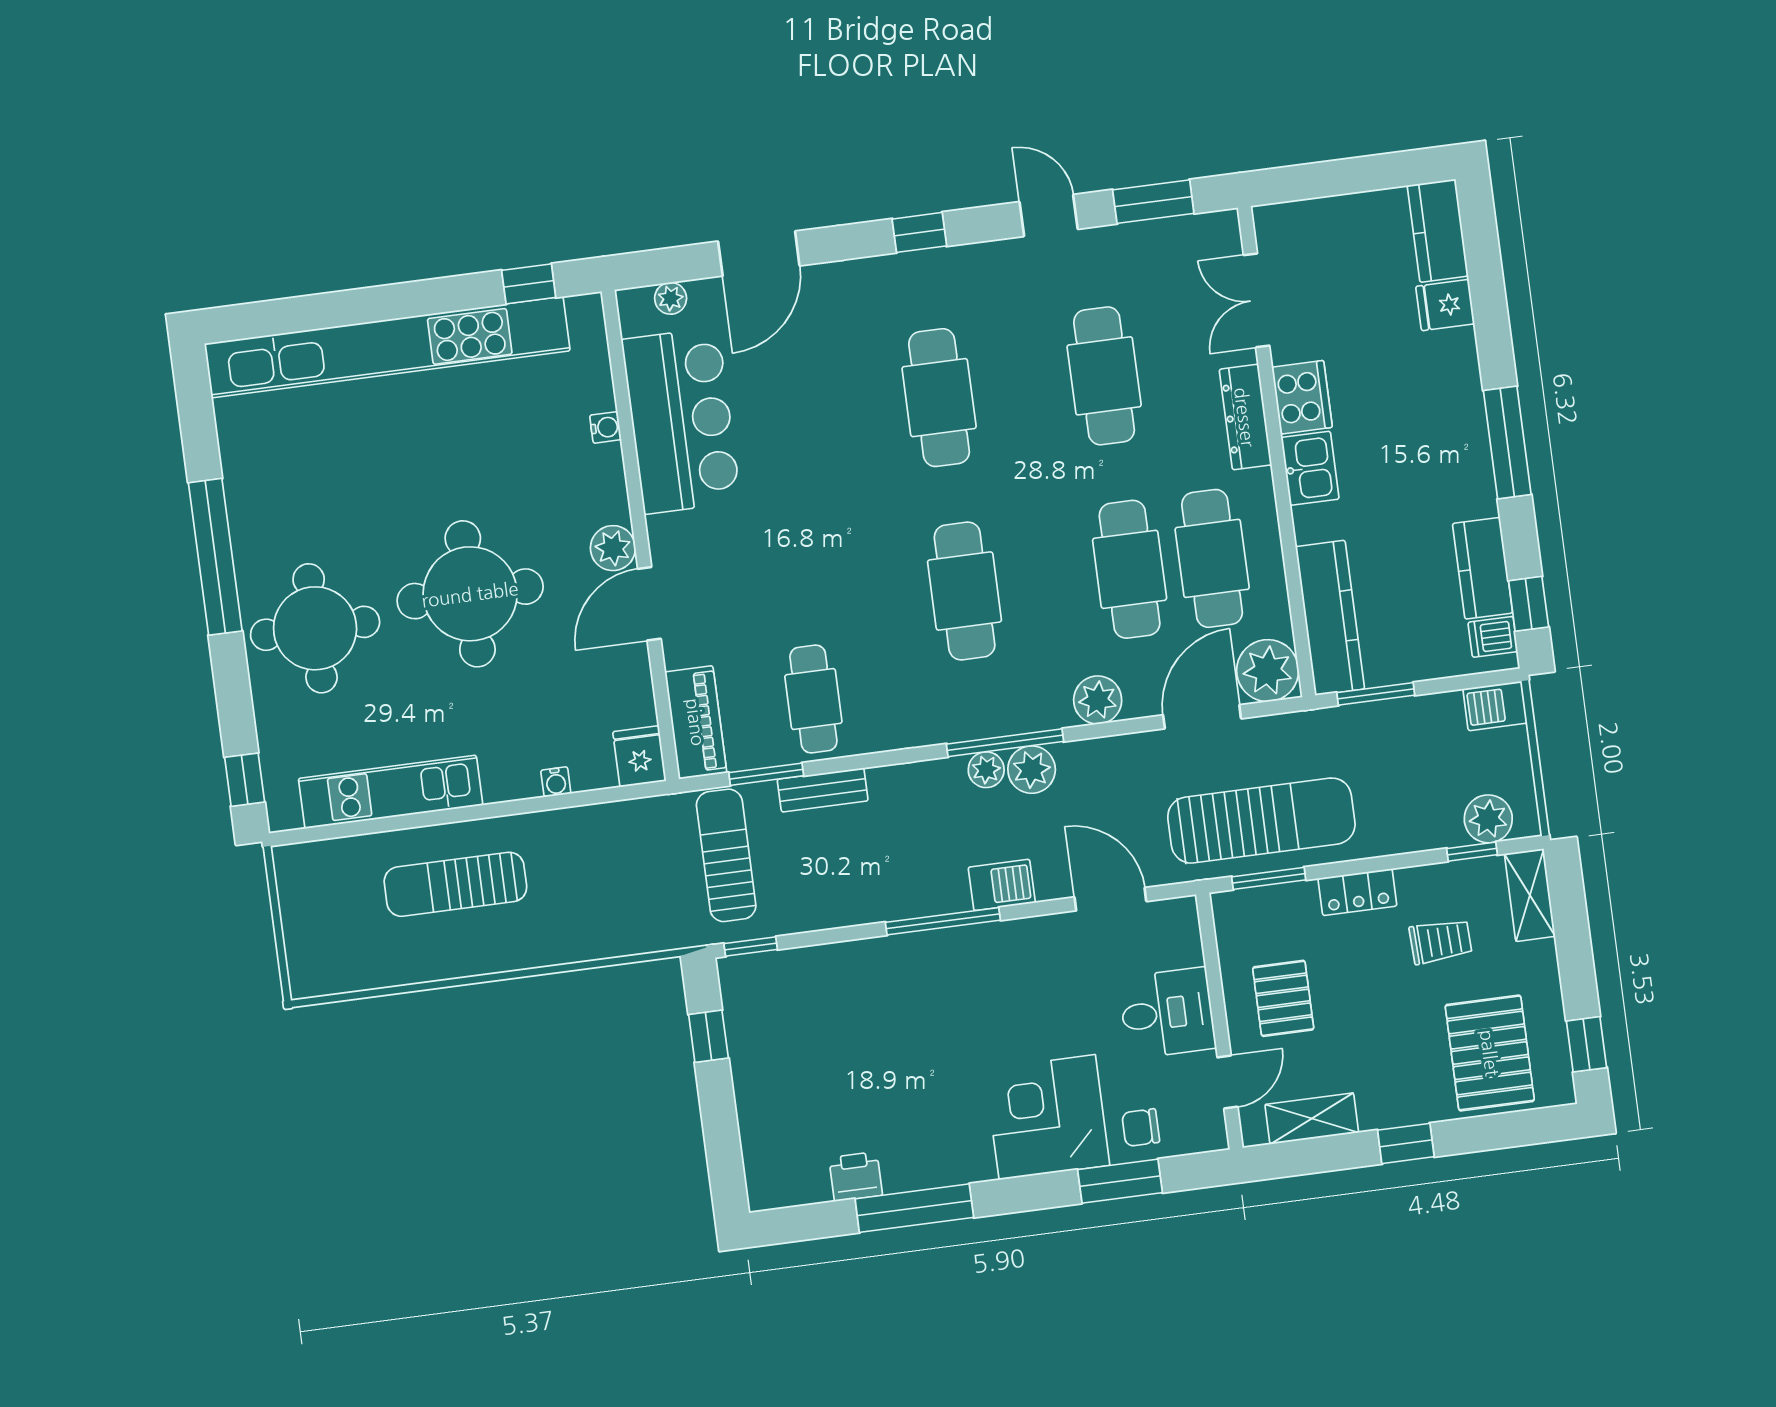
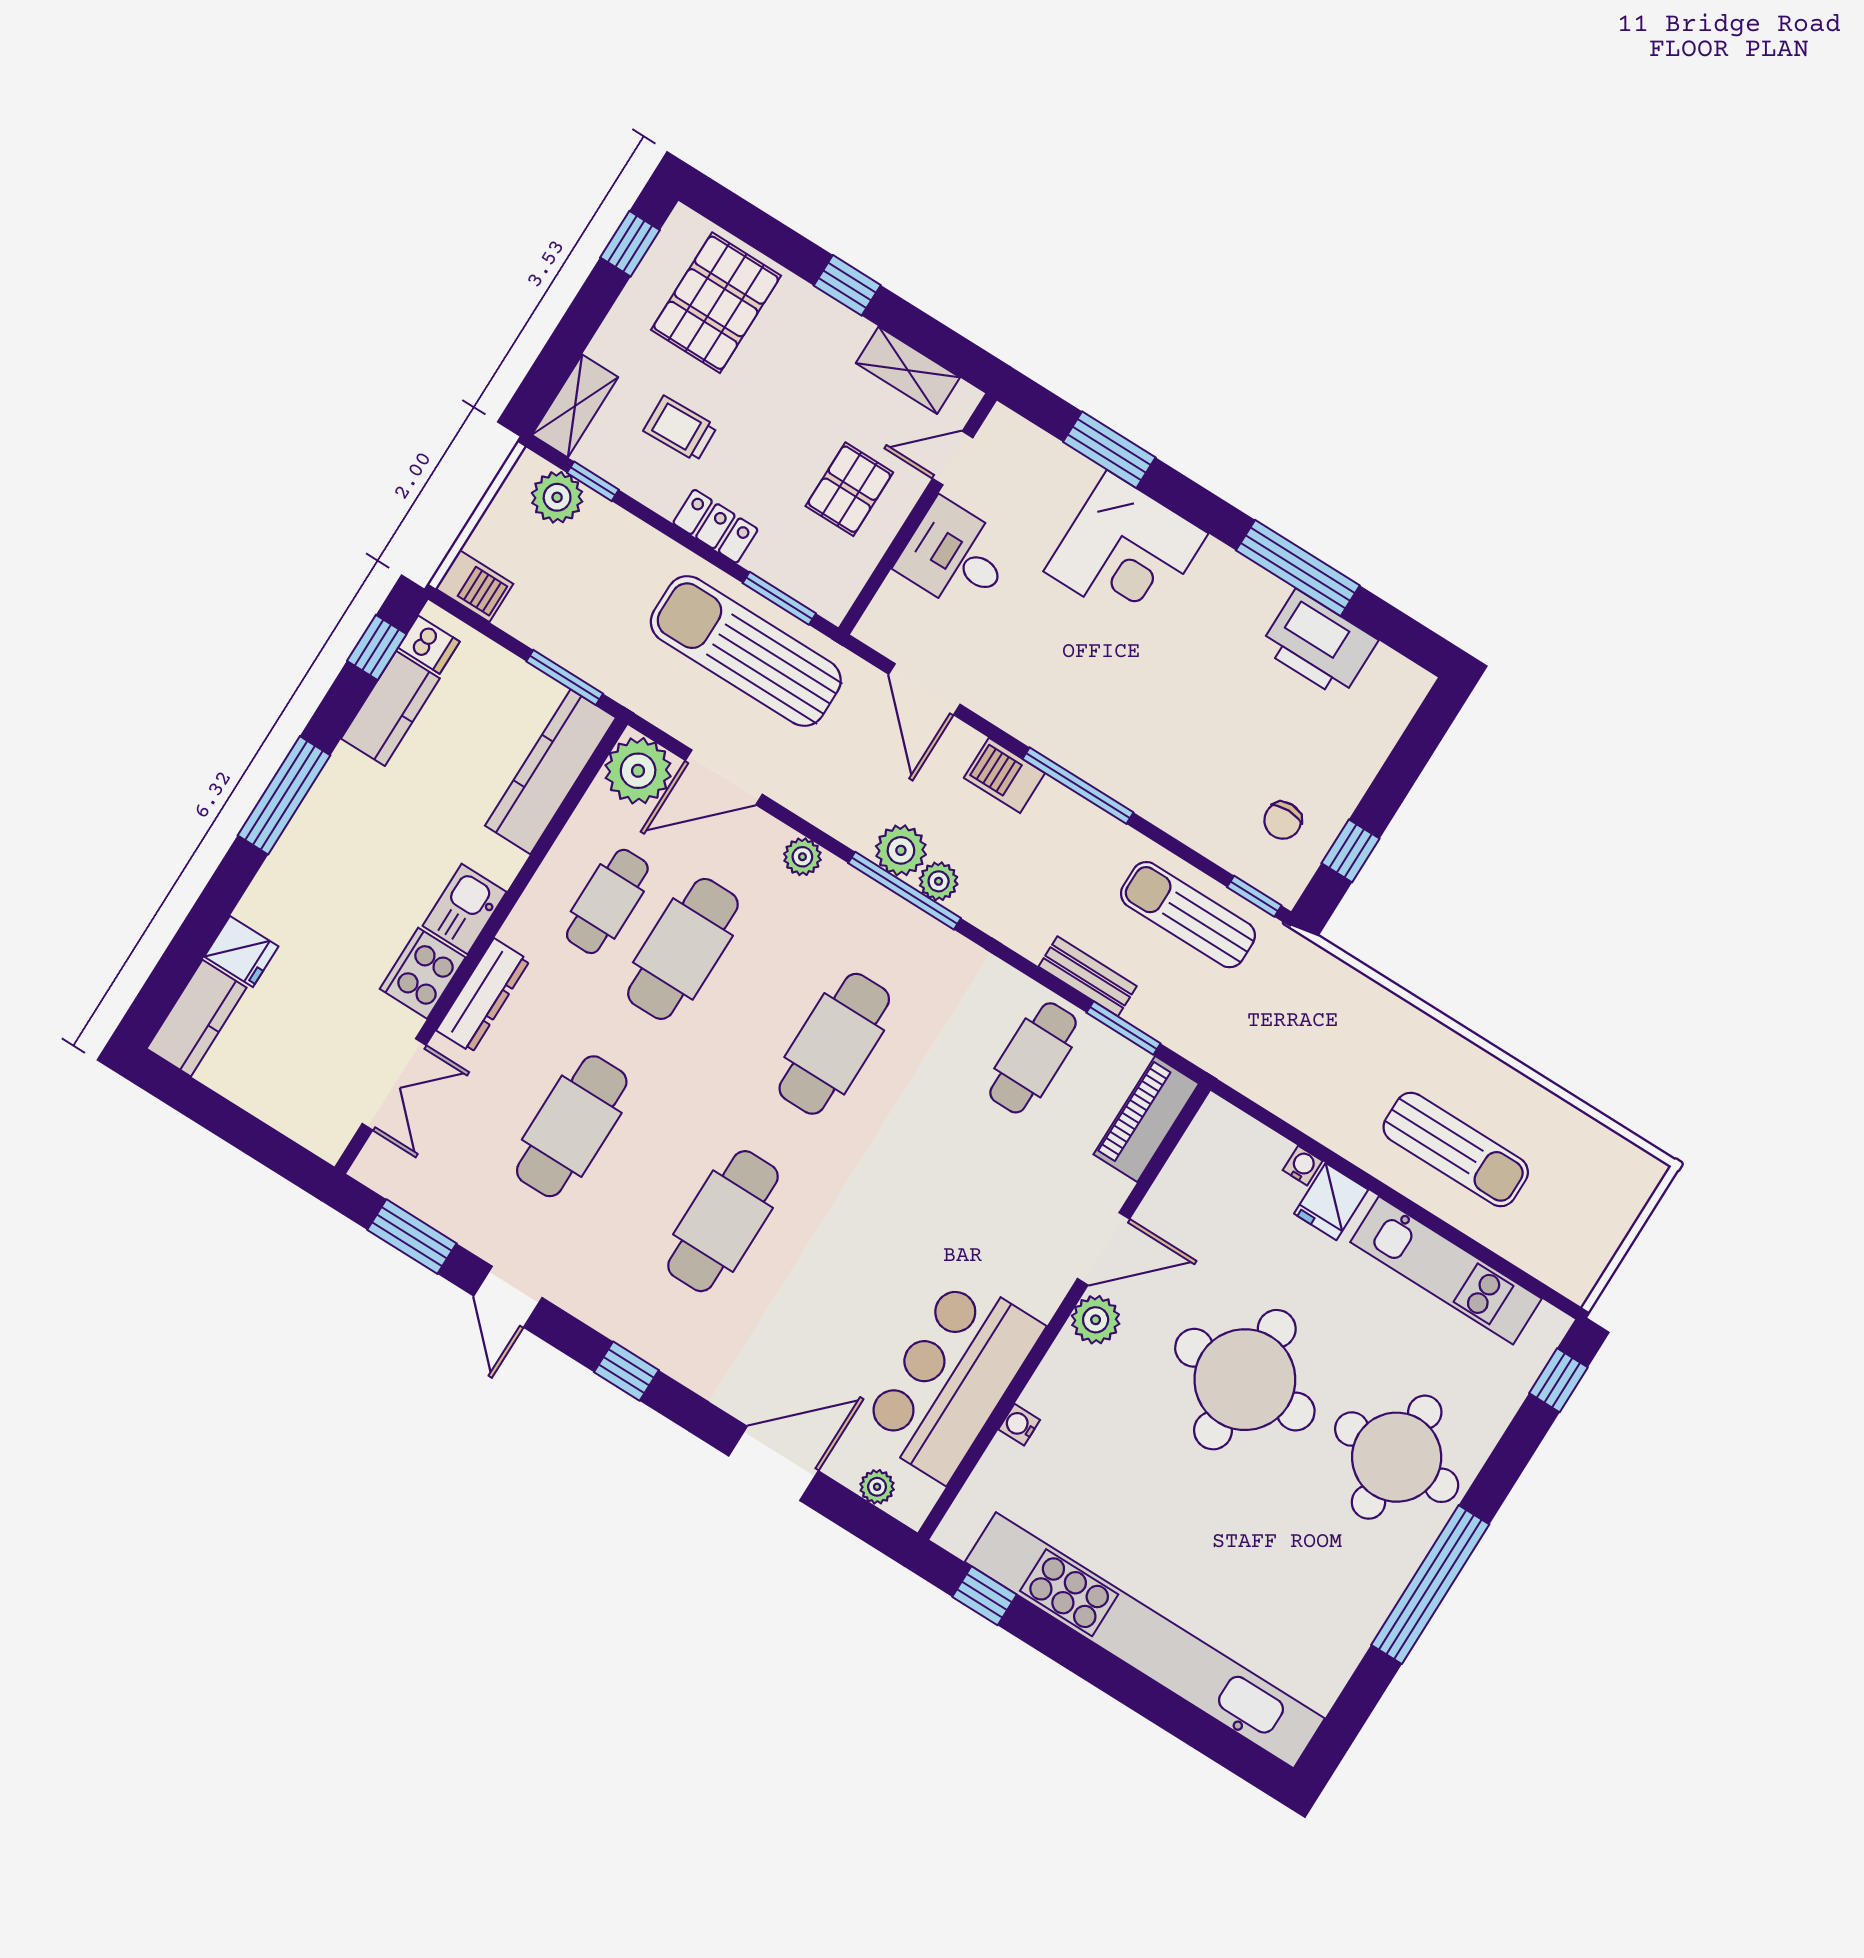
cafe table: (1212, 558) -> (607, 901), width x0.73, depth x0.74
plant: (1098, 700) -> (802, 857), width x0.73, depth x0.73
fridge: (639, 756) -> (1331, 1202), moved
sun lounger: (726, 855) -> (1188, 915), moved, turned 90
chair: (1141, 1128) -> (1283, 820), moved, turned 90
printer: (856, 1176) -> (1319, 644), width x1.87, depth x1.48

